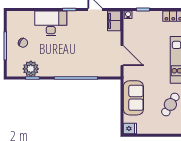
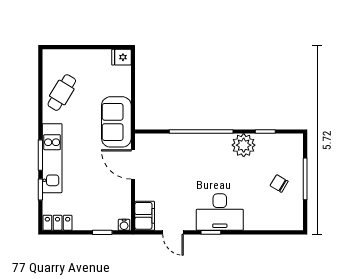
desk: (51, 23) -> (220, 212), moved
plant: (31, 69) -> (244, 145), moved
sofa: (133, 98) -> (116, 122), moved

